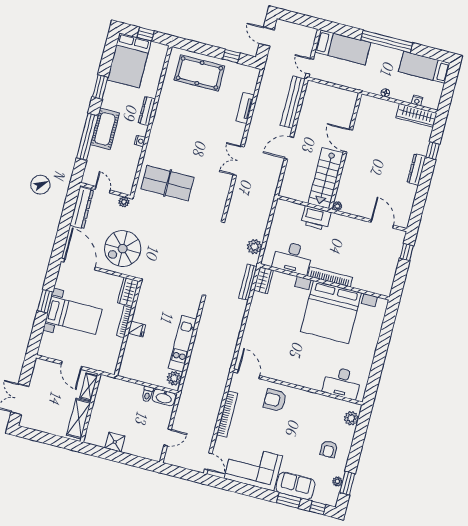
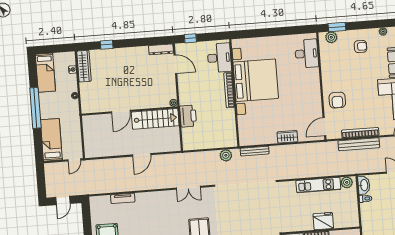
window: (231, 56) -> (87, 222), removed
bench: (293, 102) -> (359, 144), moved
door: (289, 148) -> (142, 155), hinge flipped
double door: (239, 161) -> (188, 188), moved
dresser: (416, 169) -> (161, 49), moved
door: (382, 224) -> (175, 64), swing flipped
desk: (293, 258) -> (219, 58), moved
wardrobe: (264, 280) -> (287, 137), moved
fridge: (137, 329) -> (323, 221), width x1.88, depth x1.34
window: (347, 483) -> (337, 27), moved

